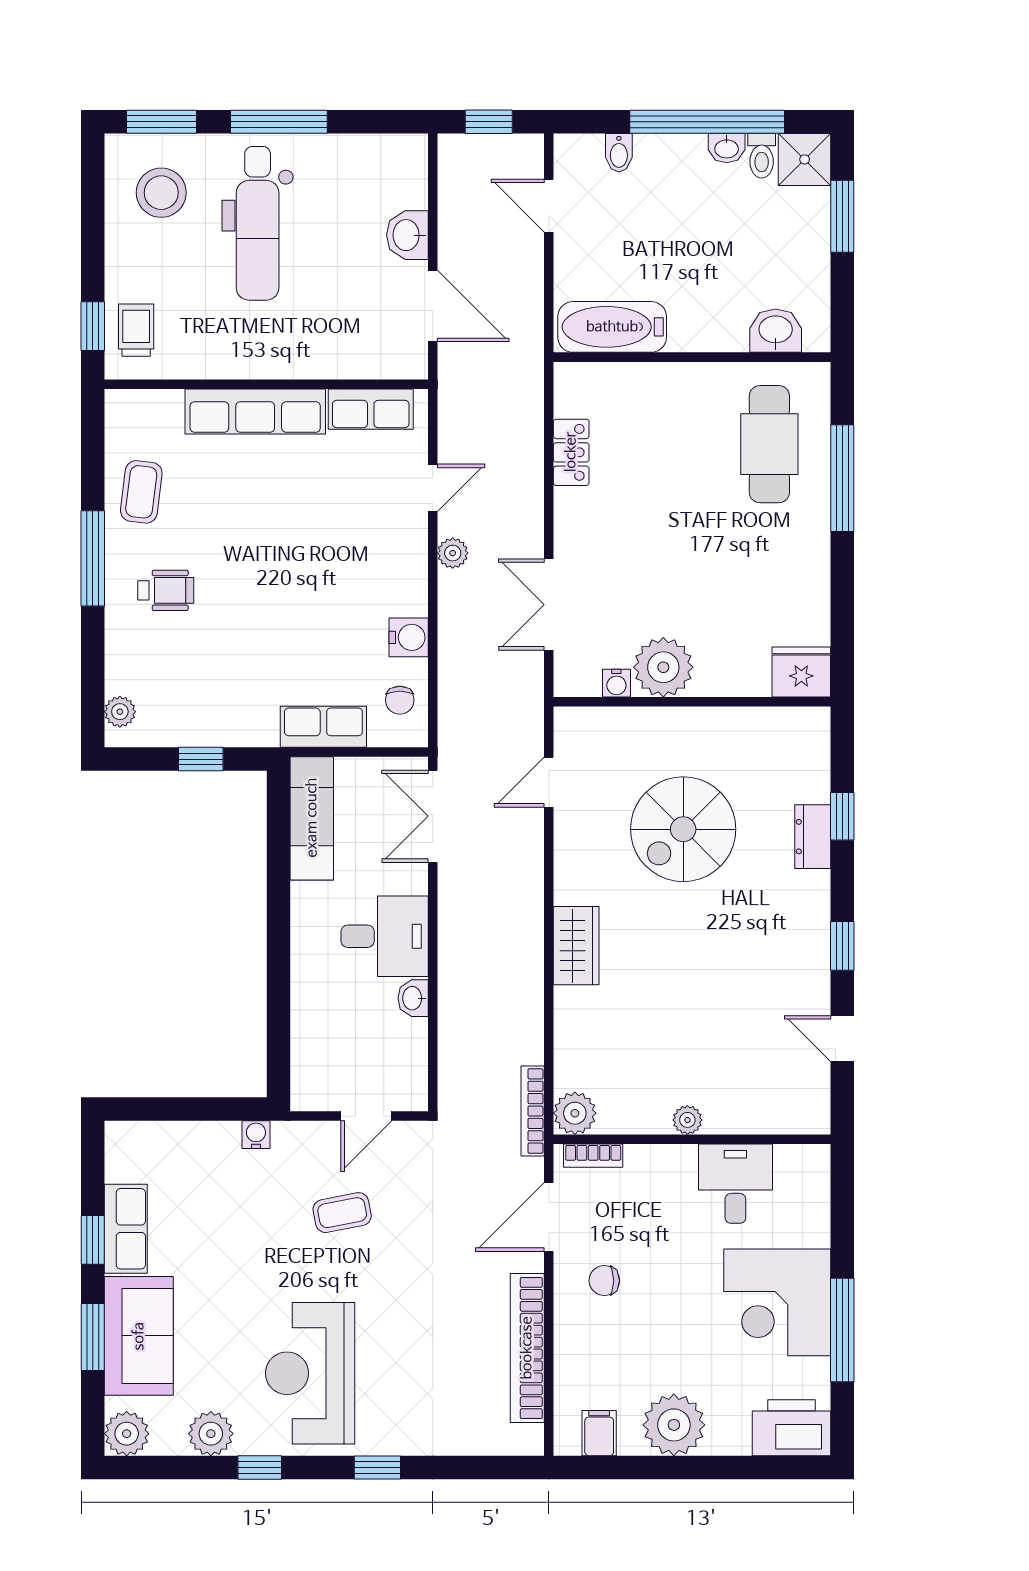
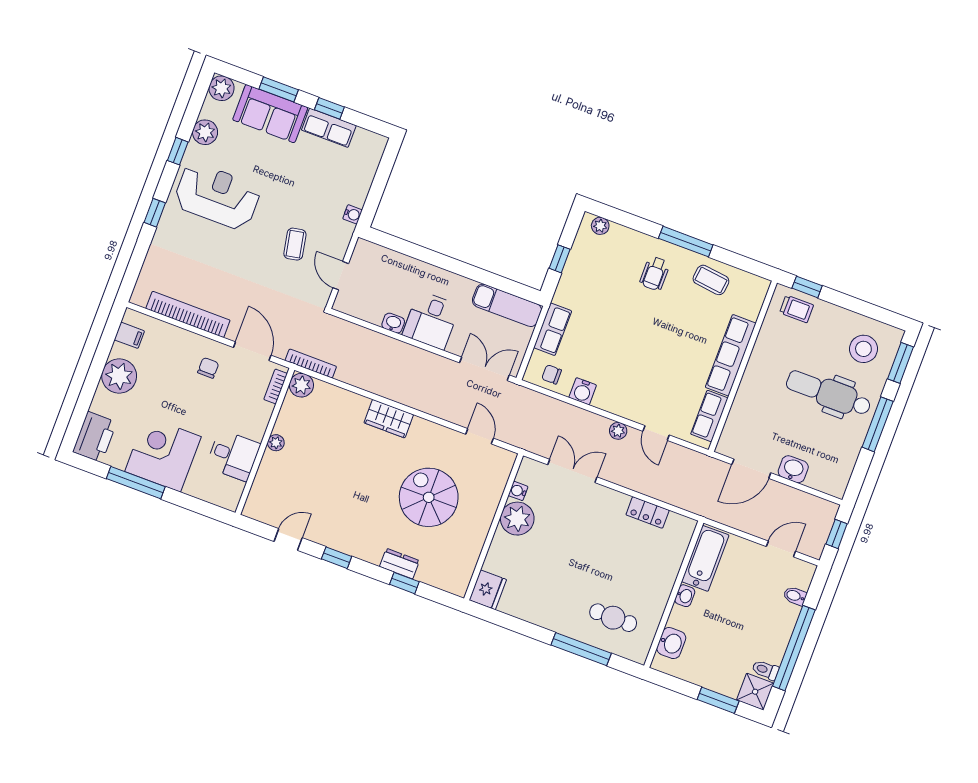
washbasin: (727, 148) -> (685, 596), moved, turned 180
cafe table: (769, 444) -> (613, 618), width x0.73, depth x0.74

